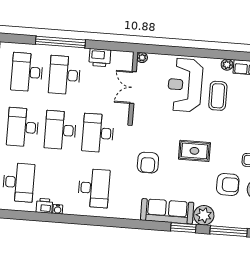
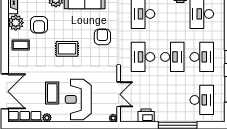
desk: (65, 75) -> (172, 100), removed
reception desk: (185, 85) -> (78, 99), turned 180
desk: (98, 133) -> (143, 57), turned 180
armchair: (228, 184) -> (39, 25), turned -90

